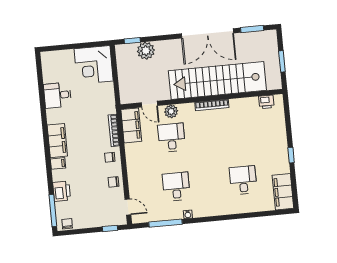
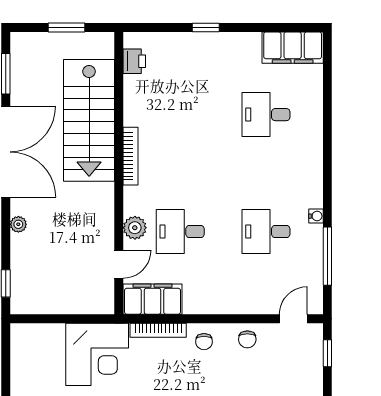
plant: (146, 51) -> (18, 224), moved, width x0.53, depth x0.53
corner desk: (94, 65) -> (97, 354), moved
stairs: (217, 80) -> (89, 120), width x0.73
window: (291, 155) -> (206, 27), moved

